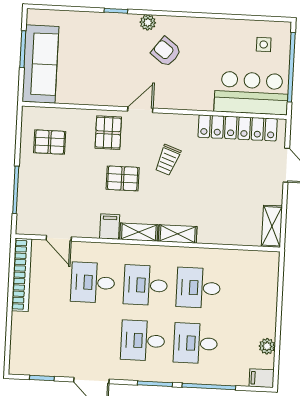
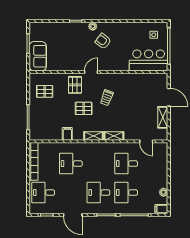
sofa: (40, 64) -> (38, 56), width x0.73
locker: (238, 128) -> (142, 79), removed
filing cabinet: (110, 226) -> (67, 134), moved
shelving: (272, 226) -> (163, 117), moved
door: (59, 238) -> (146, 141), moved
desk: (146, 285) -> (43, 193), moved

